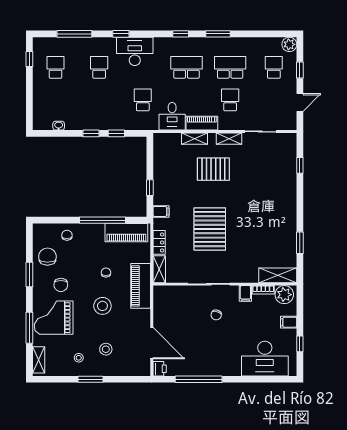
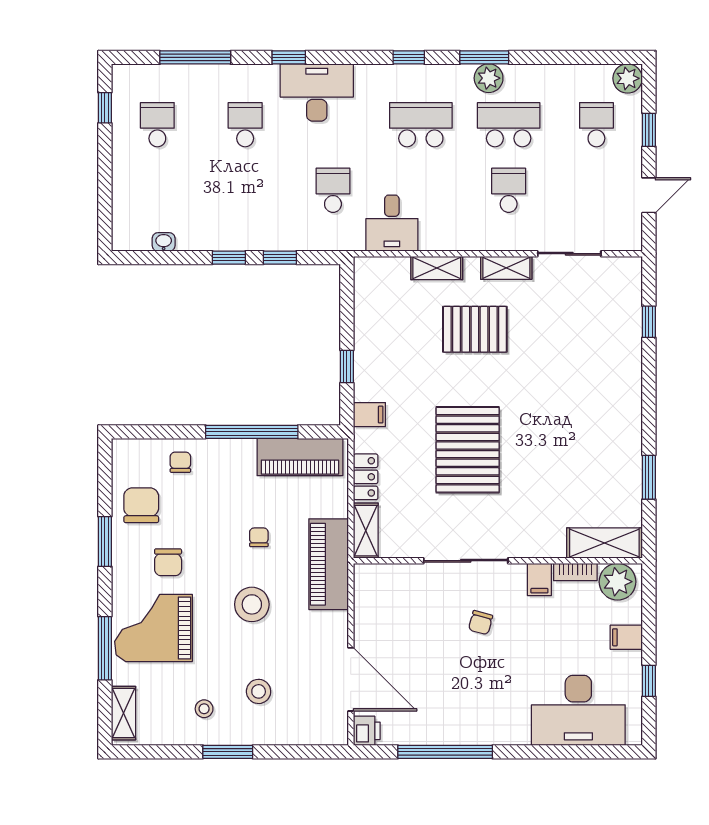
plant: (220, 44) -> (489, 78), added
piano: (202, 123) -> (452, 237), removed

